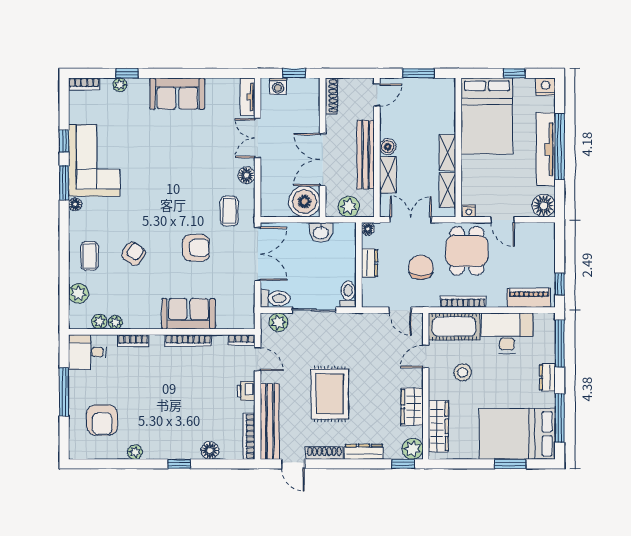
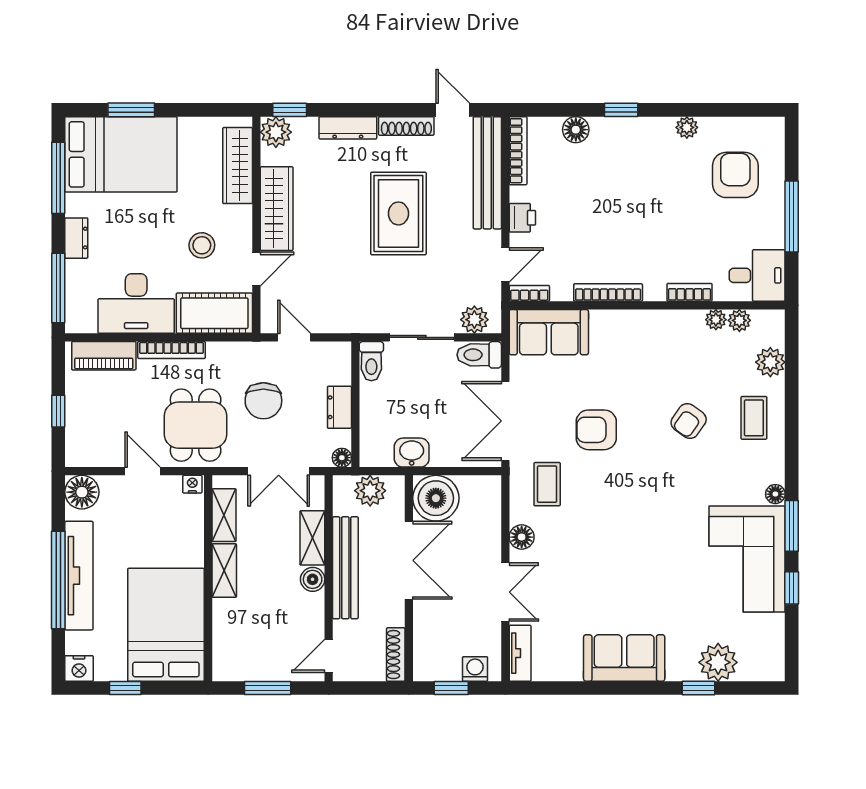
bookcase: (84, 84) -> (762, 672), removed
plant: (120, 85) -> (718, 662), width x1.87, depth x1.87
window: (560, 284) -> (58, 411), moved
bookcase: (463, 302) -> (172, 350), moved
sofa: (188, 314) -> (549, 332), moved
door: (258, 359) -> (505, 265), swing flipped
wardrobe: (412, 407) -> (277, 209), width x1.50

